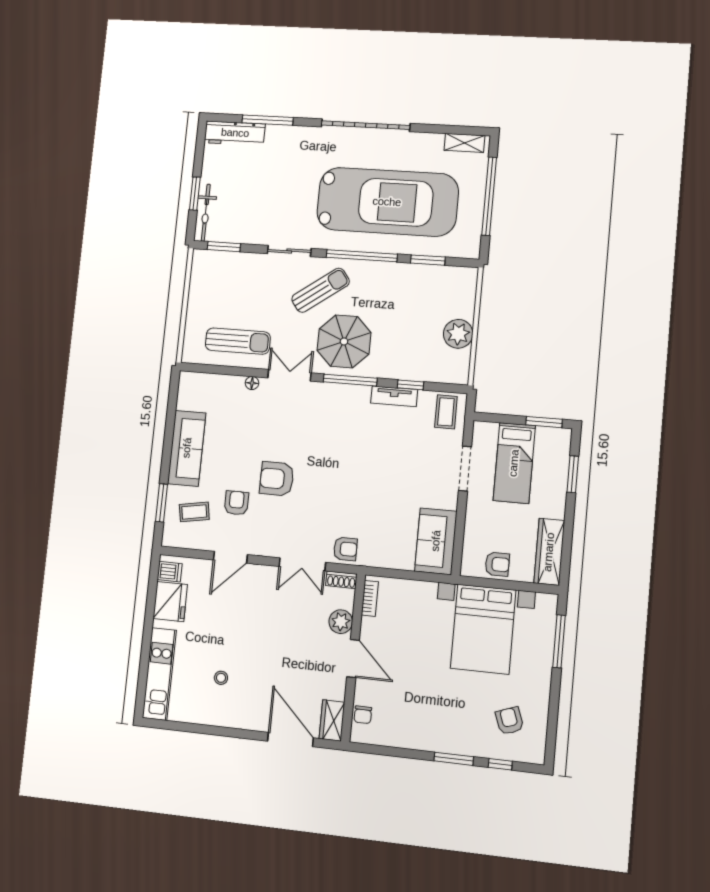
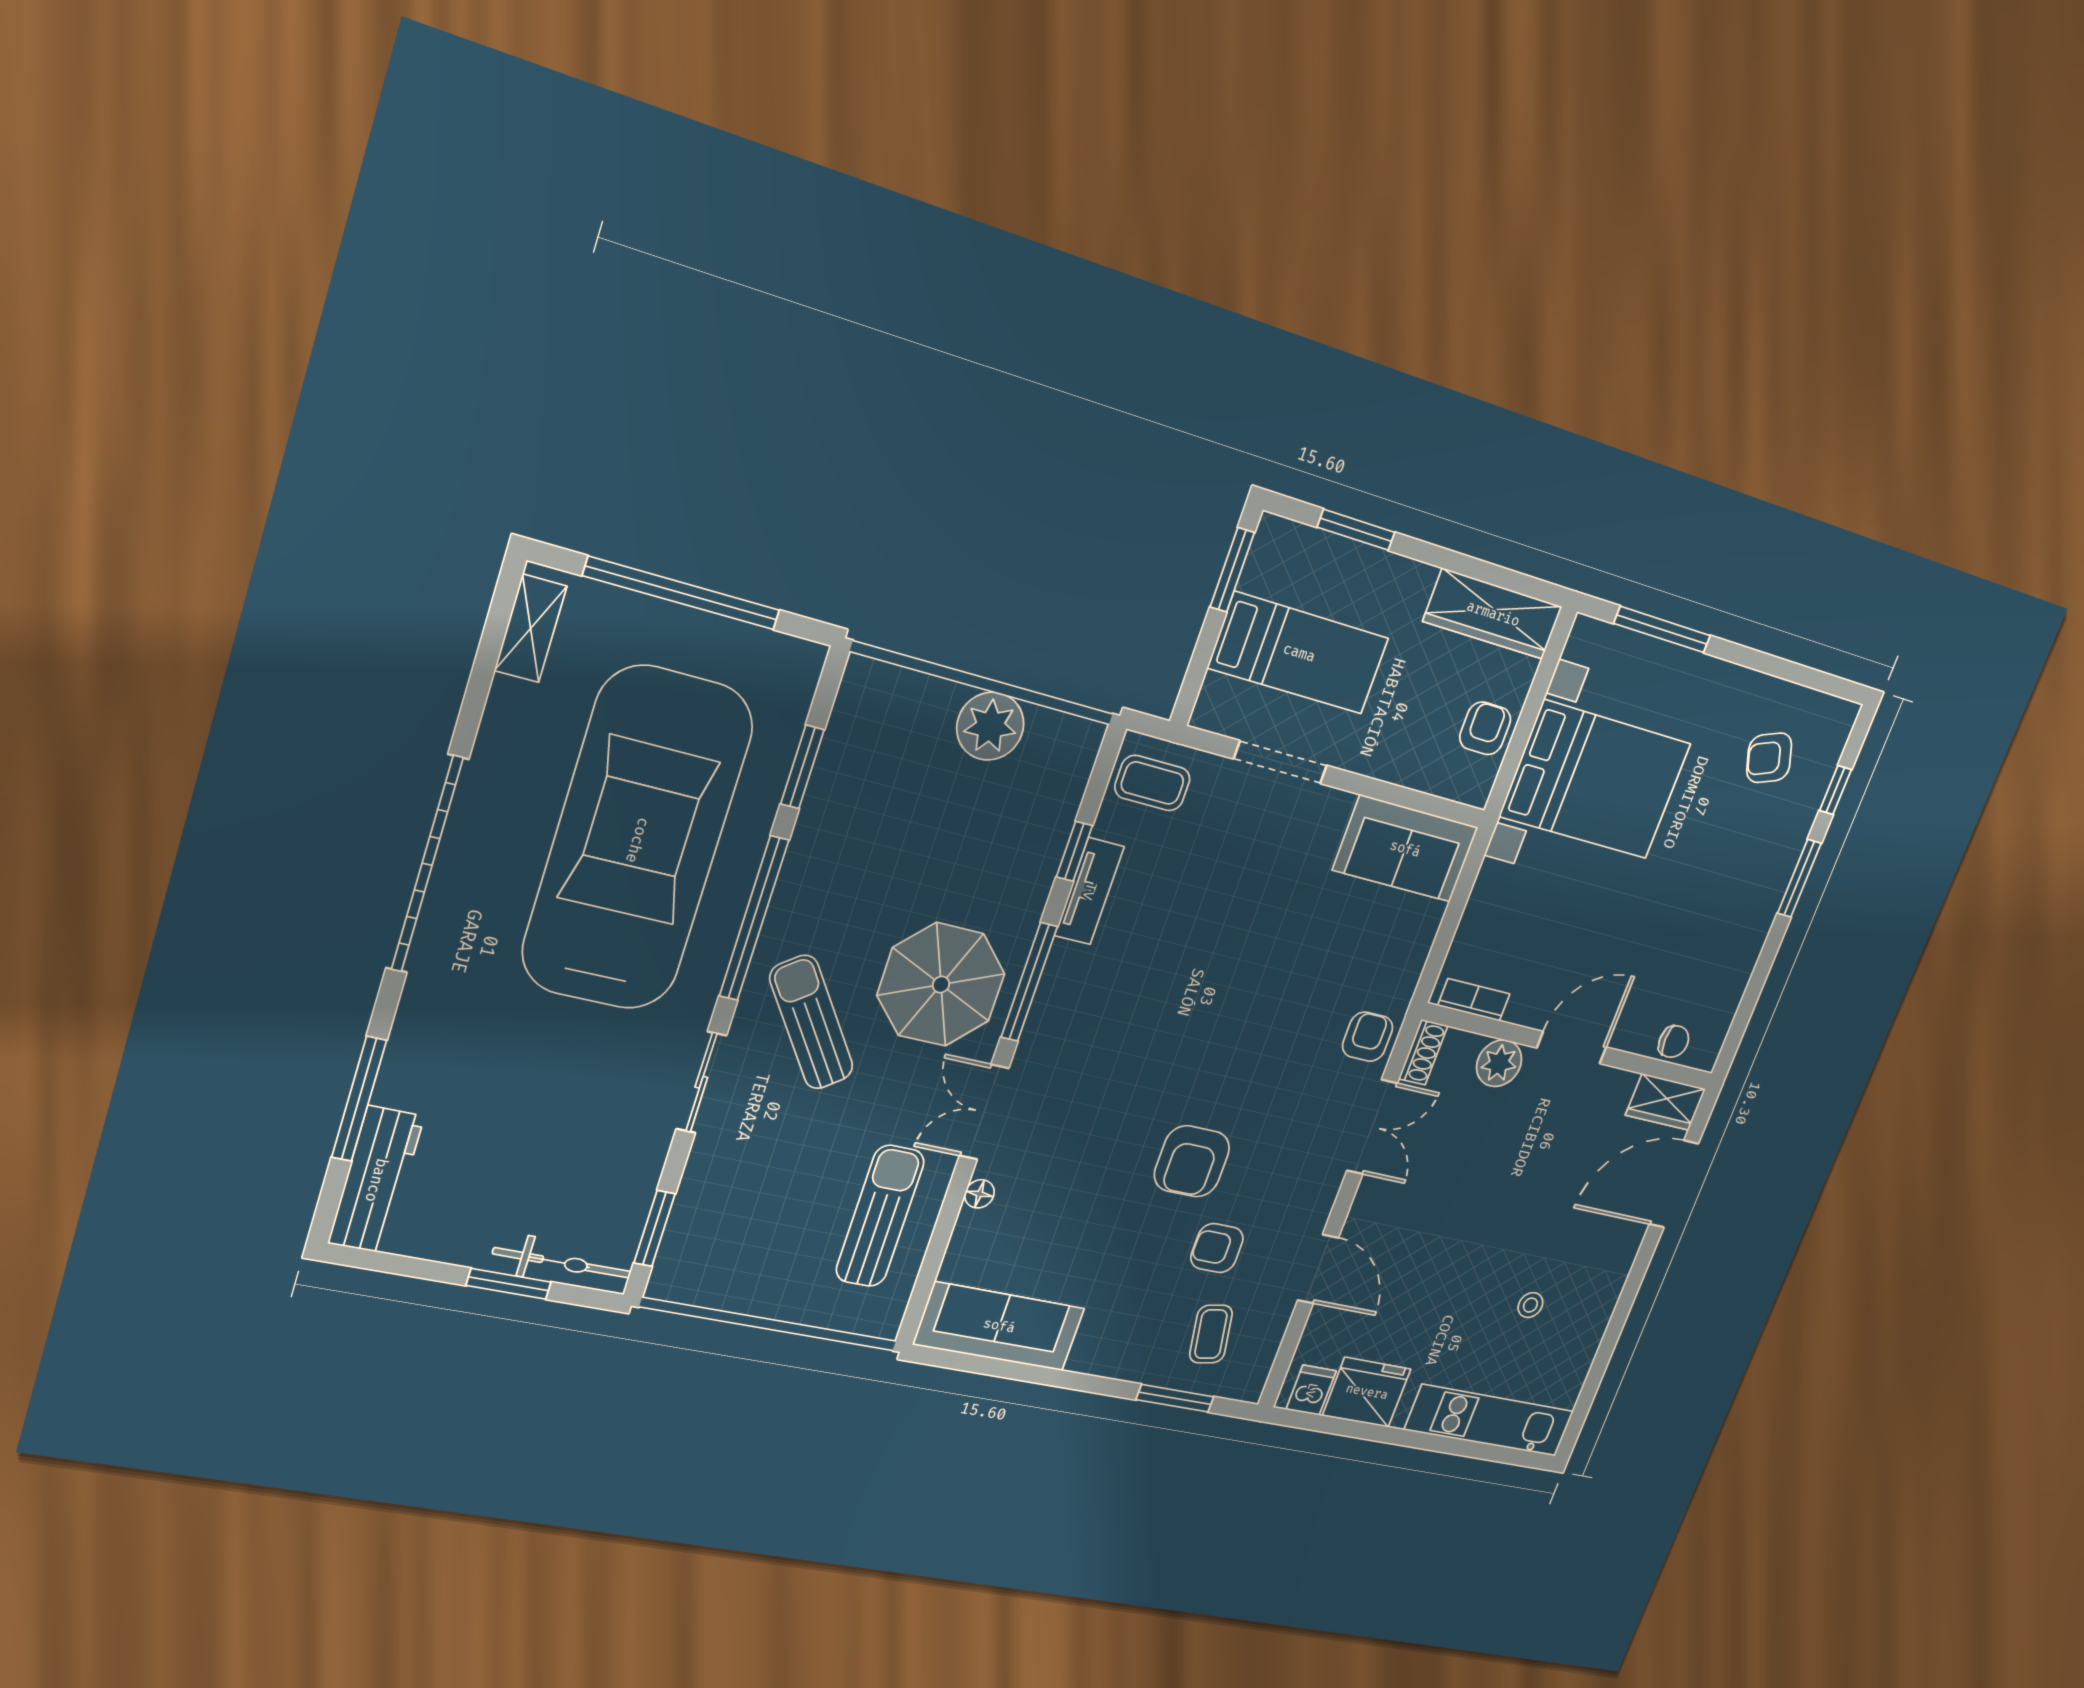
sofa: (187, 448) -> (999, 1326), moved

